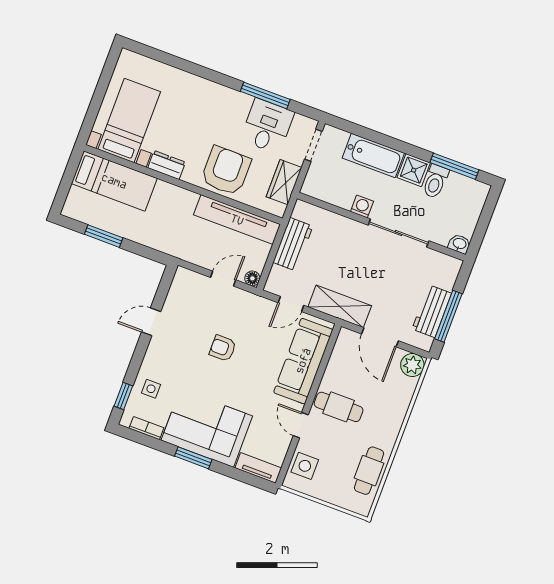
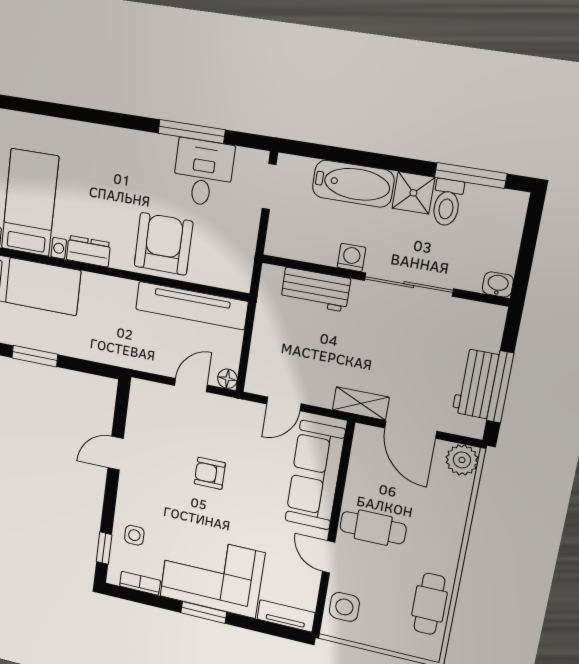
wardrobe: (284, 182) -> (241, 244), removed
workbench: (293, 244) -> (316, 290), moved, turned 90
shelving: (340, 306) -> (361, 403), width x0.67, depth x0.75

